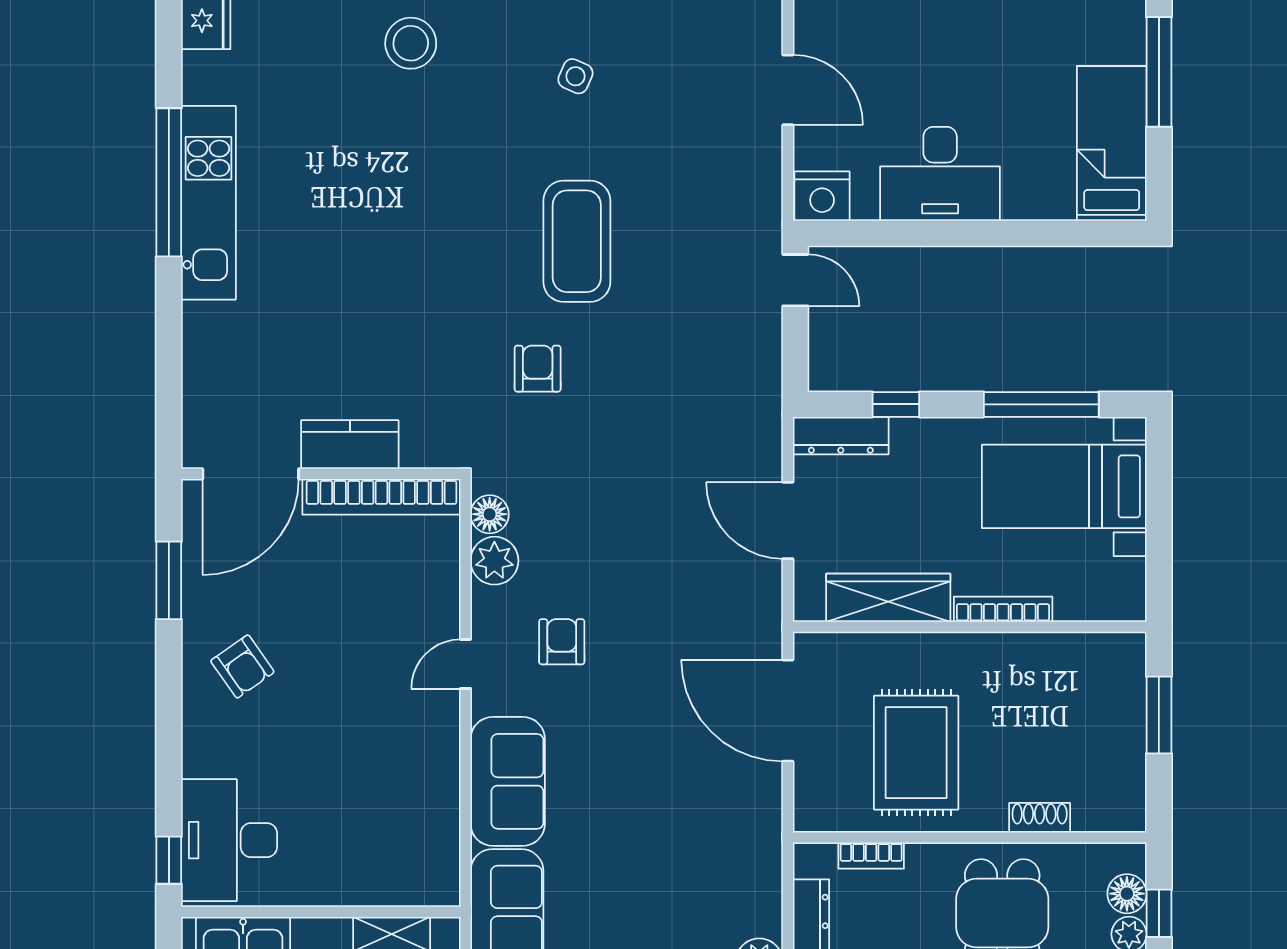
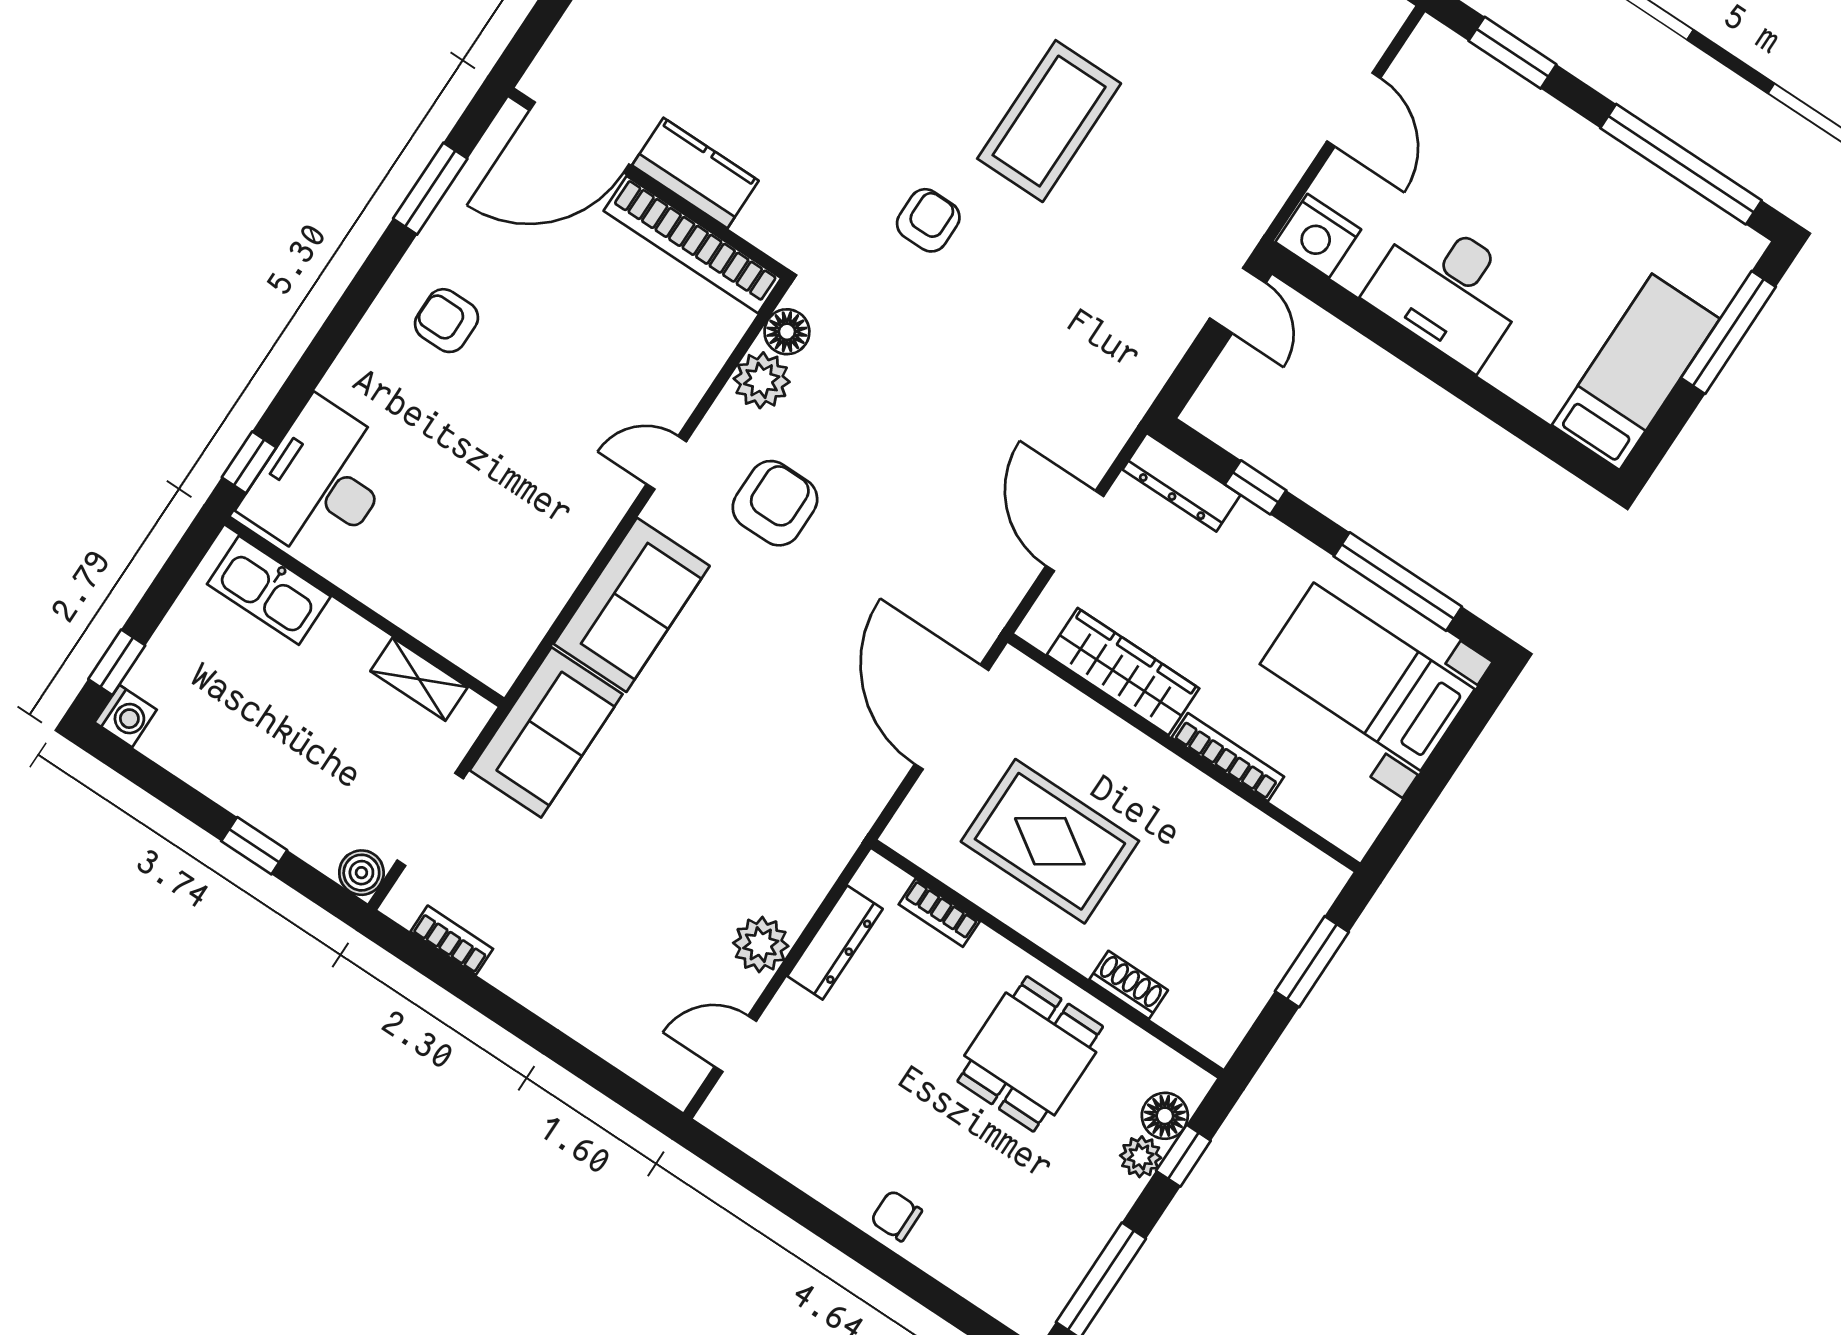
armchair: (562, 642) -> (775, 503), width x1.38, depth x1.38
armchair: (242, 666) -> (446, 321), turned 125
rug: (916, 753) -> (1050, 841), turned 90

